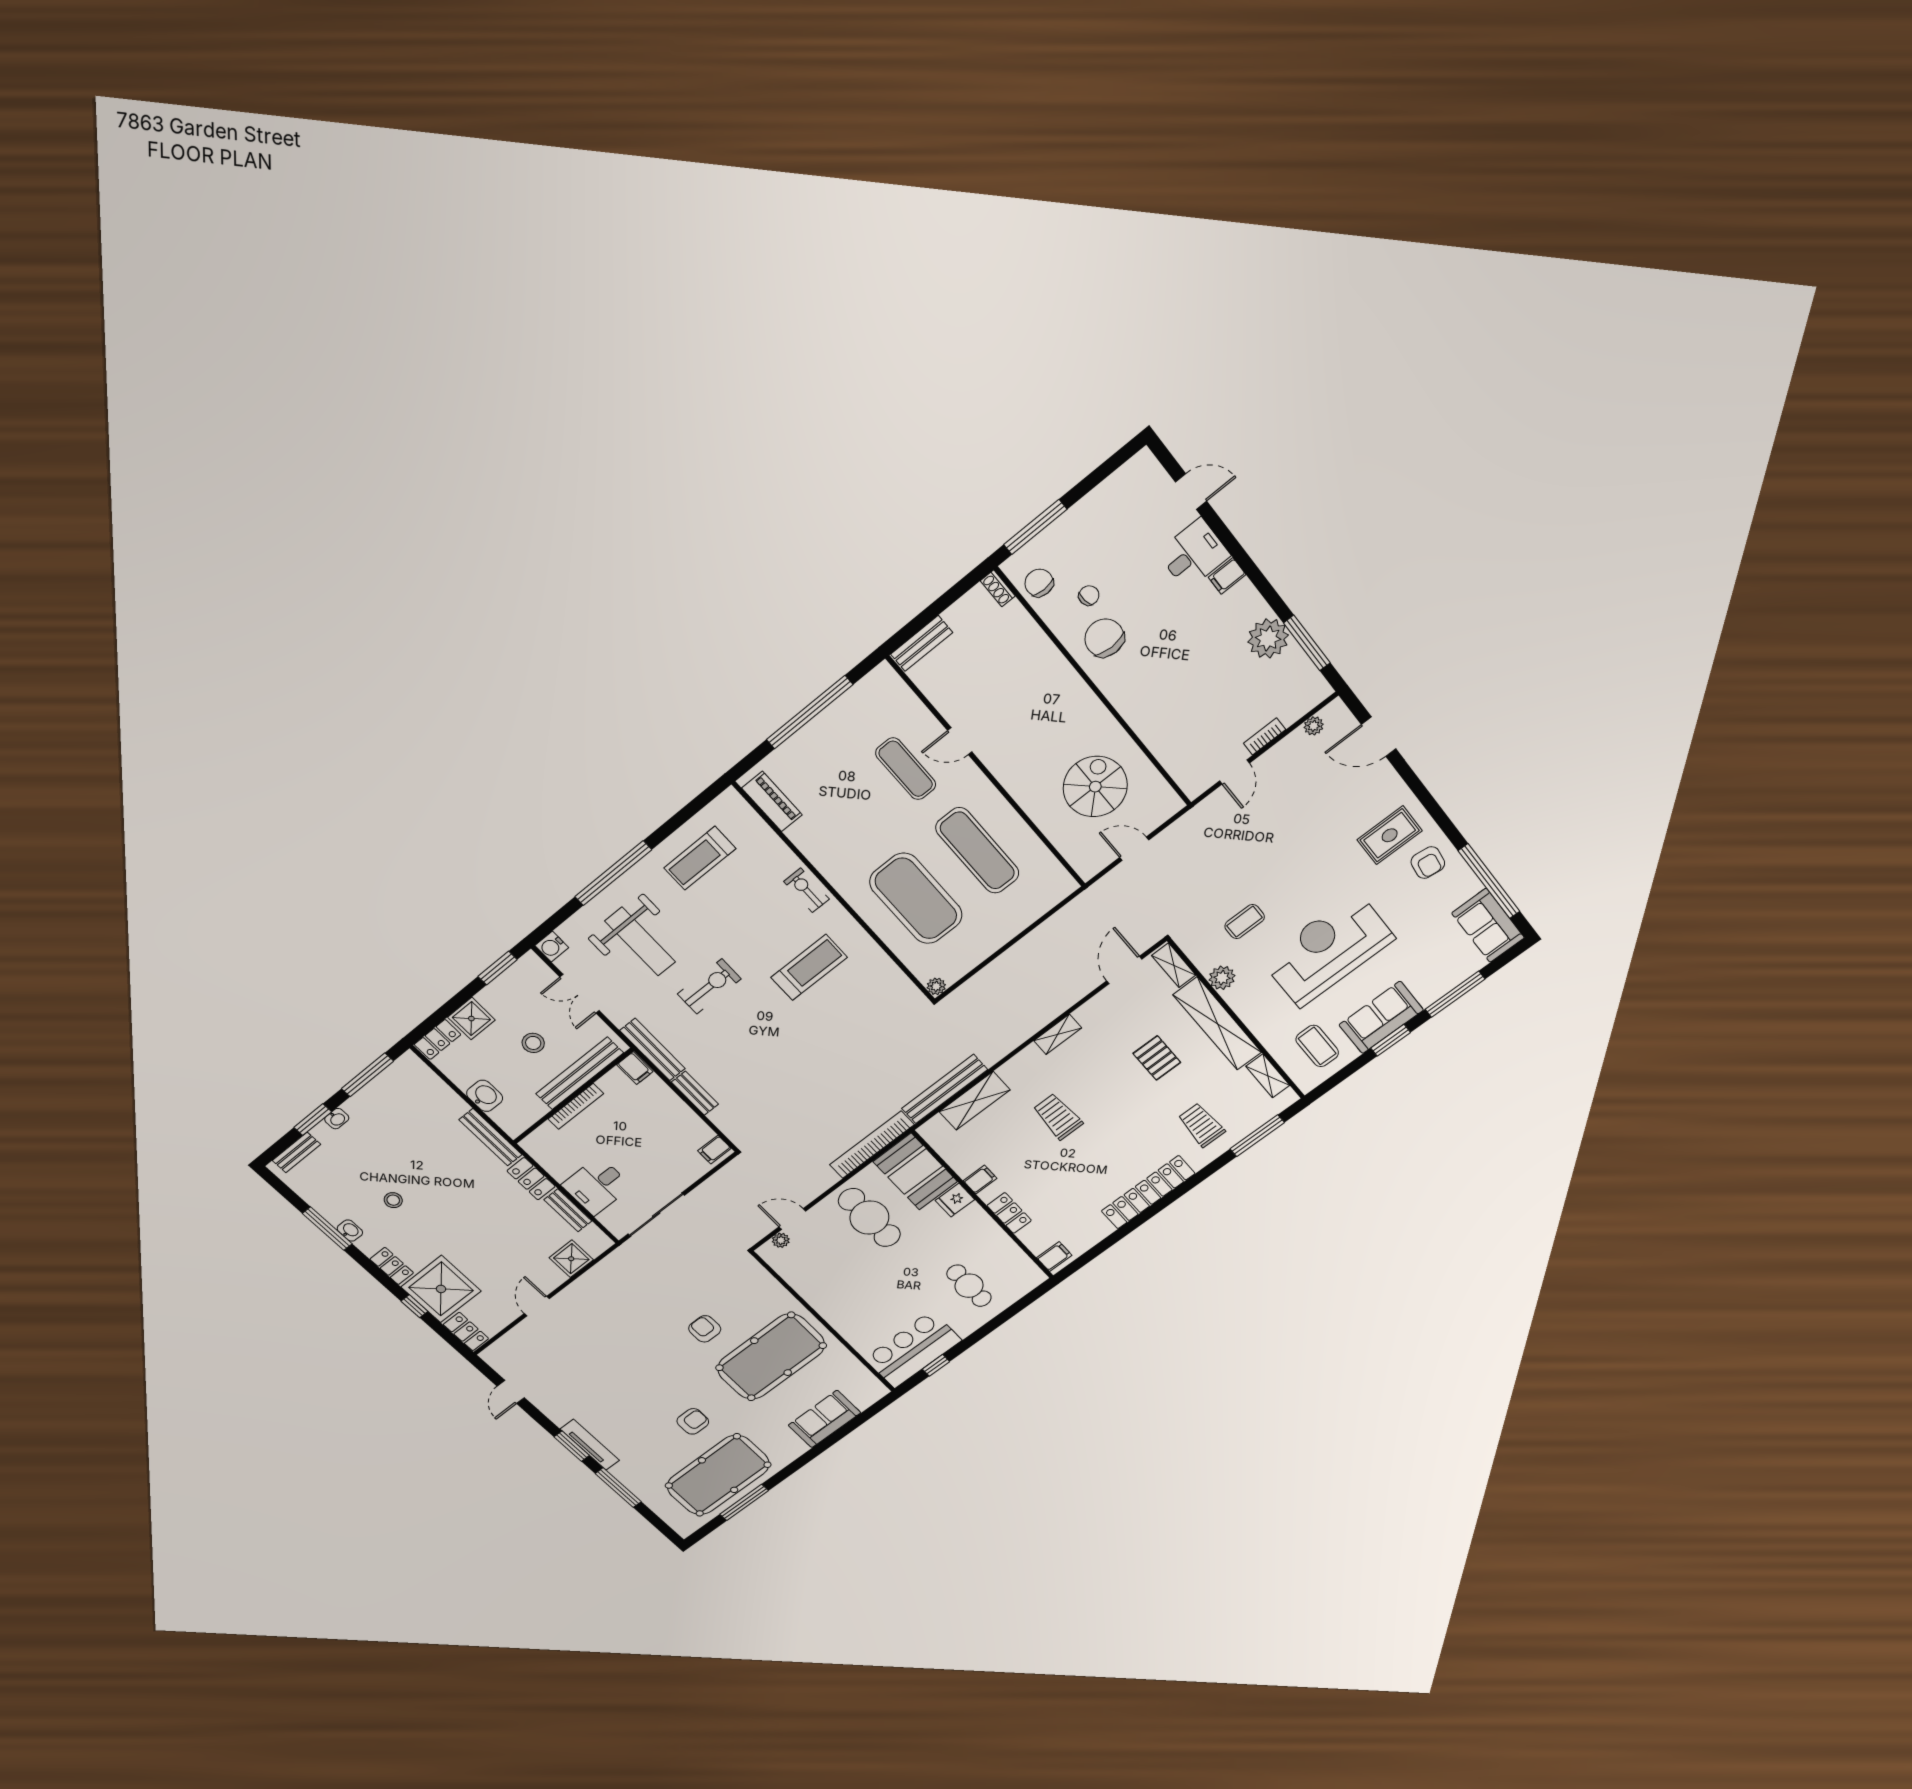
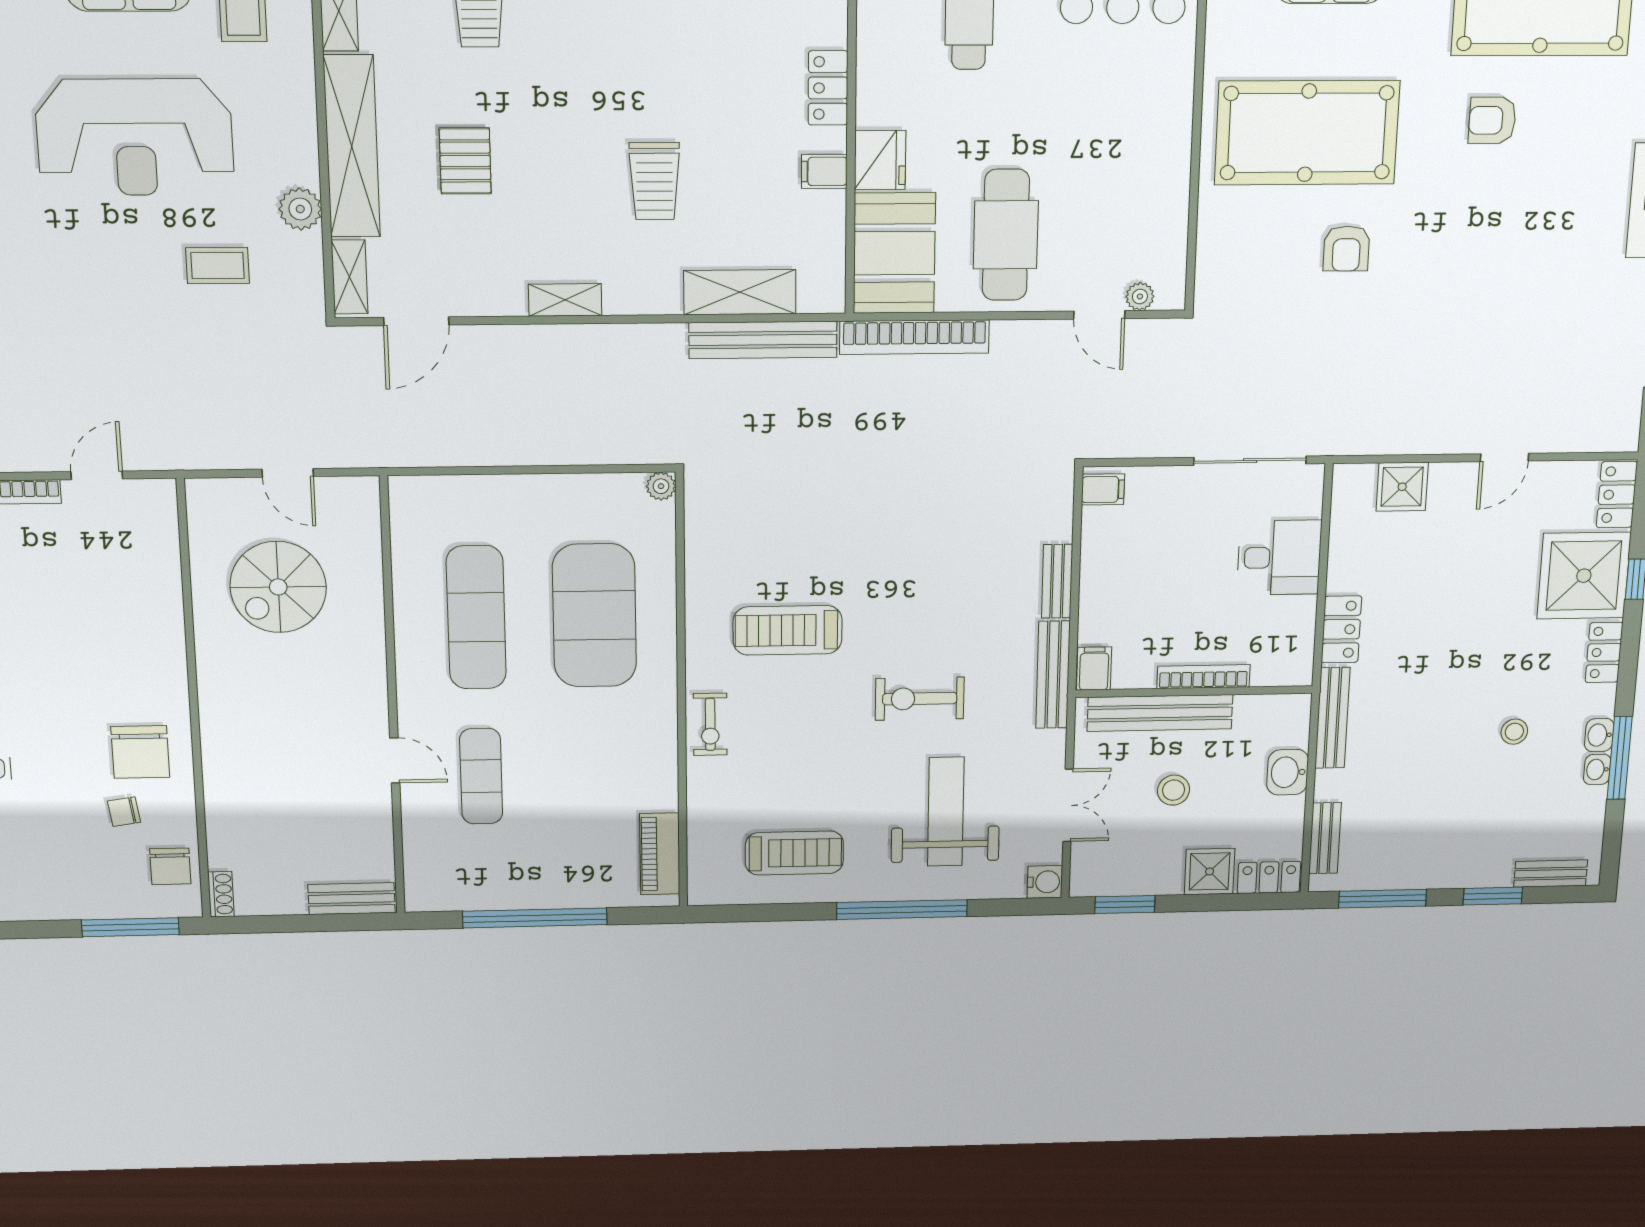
washbasin: (337, 1119) -> (1597, 769), moved, turned -90
fridge: (955, 1200) -> (880, 160), width x1.38
bench: (568, 1210) -> (1325, 838), moved

